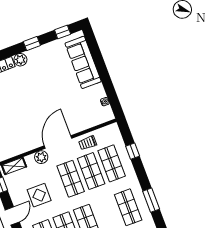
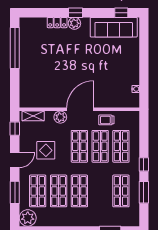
window: (32, 44) -> (75, 13), moved
sofa: (83, 62) -> (114, 27), moved, turned -90
window: (133, 151) -> (144, 164), moved

